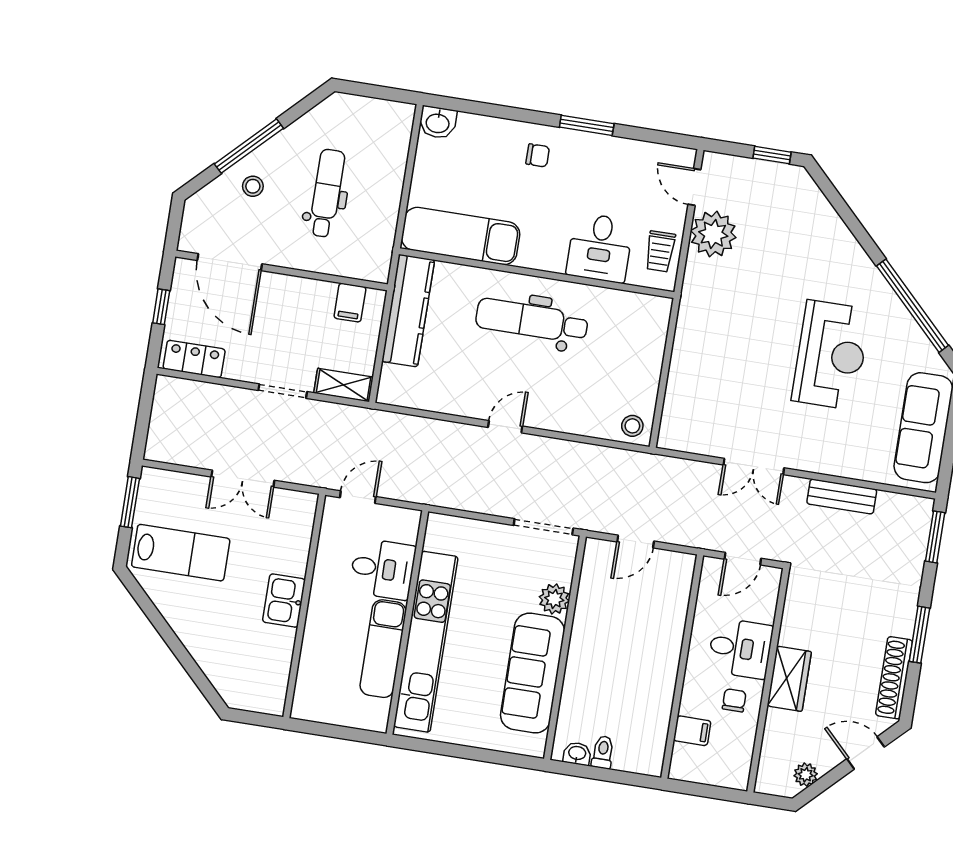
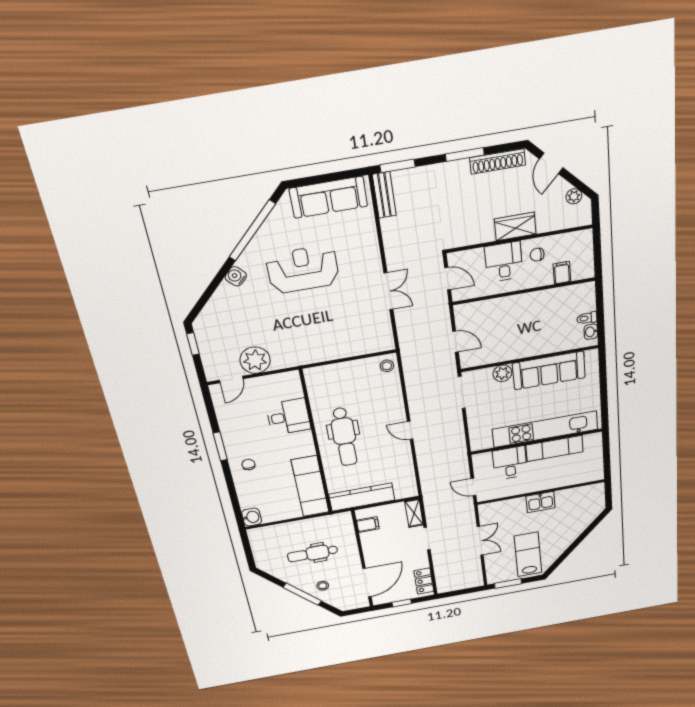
trolley: (660, 251) -> (277, 385), removed
water cooler: (854, 257) -> (236, 276), added
bench: (842, 496) -> (384, 195), moved

